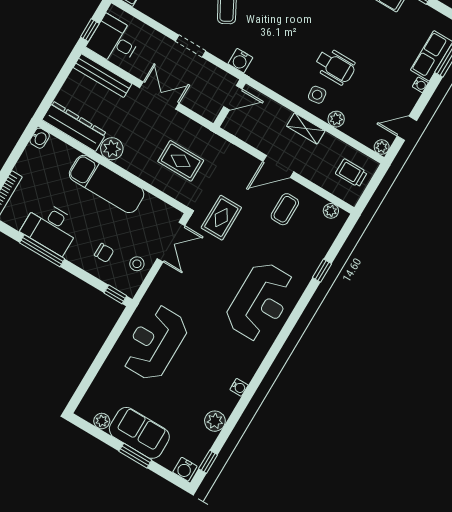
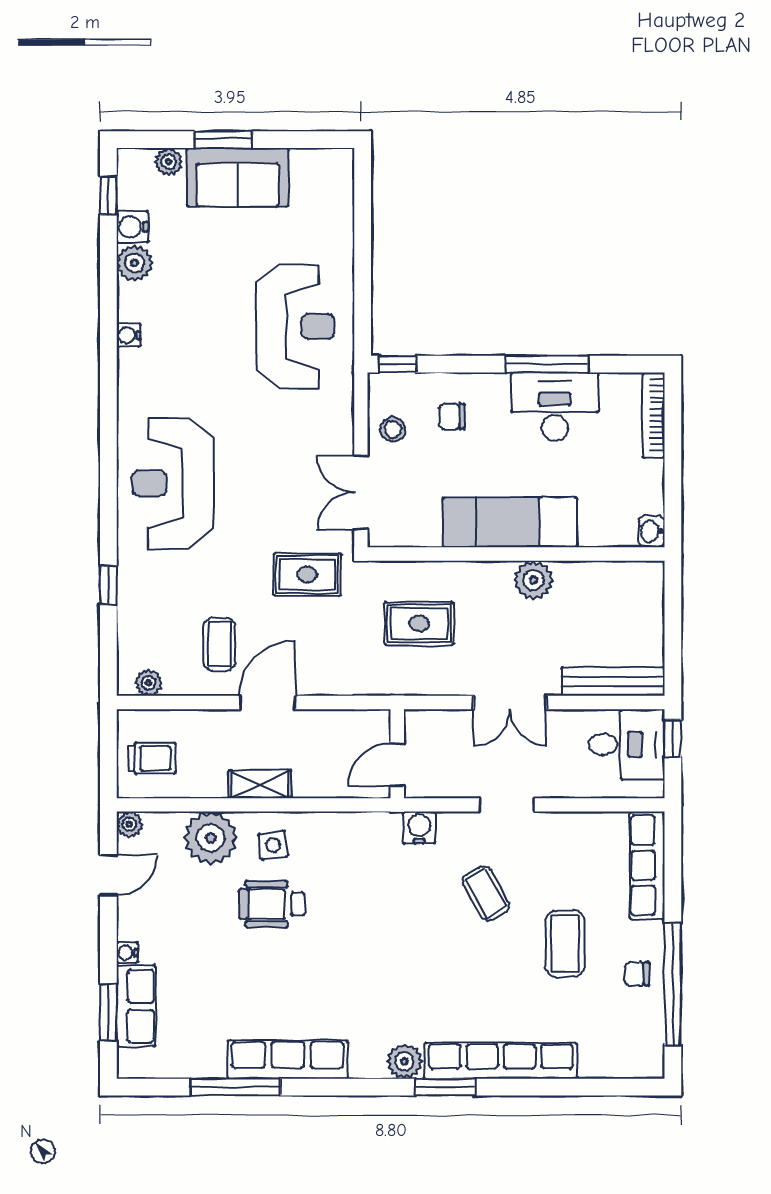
plant: (336, 119) -> (211, 838), width x1.87, depth x1.87
dresser: (74, 126) -> (610, 580), removed
rug: (221, 218) -> (307, 574), turned 90
plant: (102, 421) -> (169, 162), moved
water cooler: (185, 469) -> (132, 227), moved, turned -90

